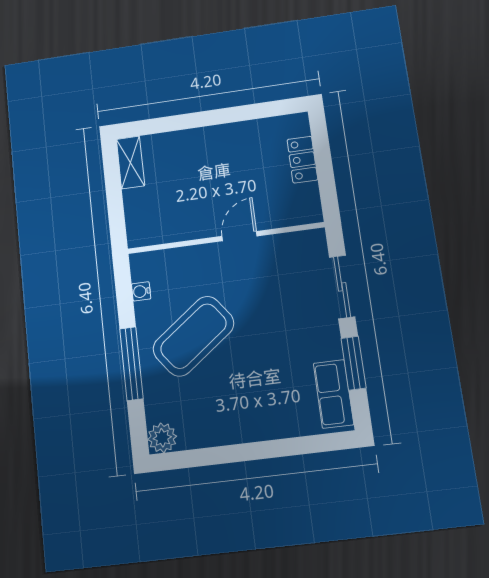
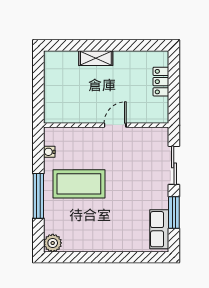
shelving: (131, 162) -> (96, 58), moved, turned 90
coffee table: (193, 336) -> (79, 184), turned 37

